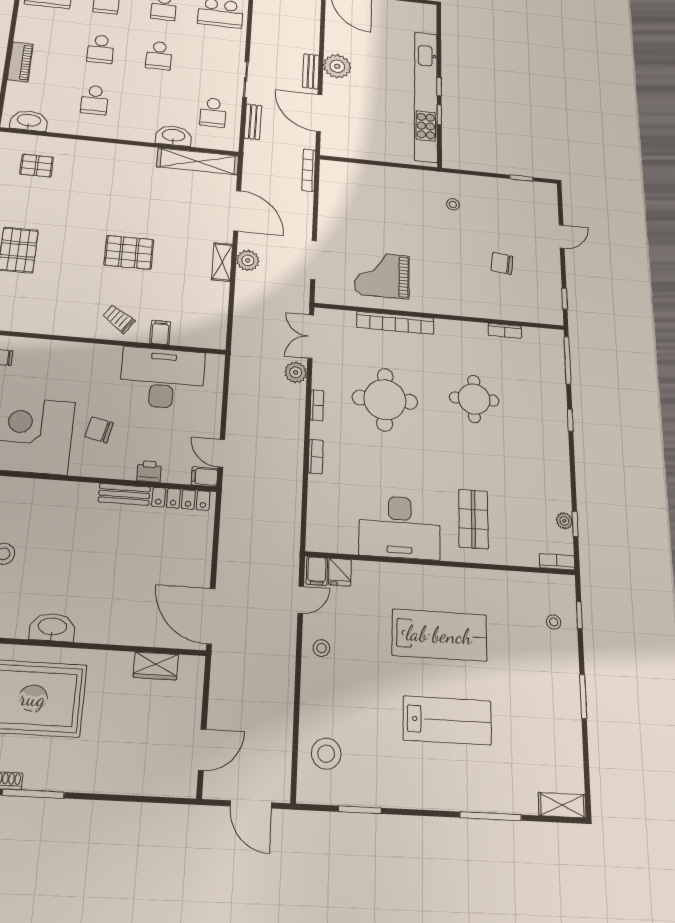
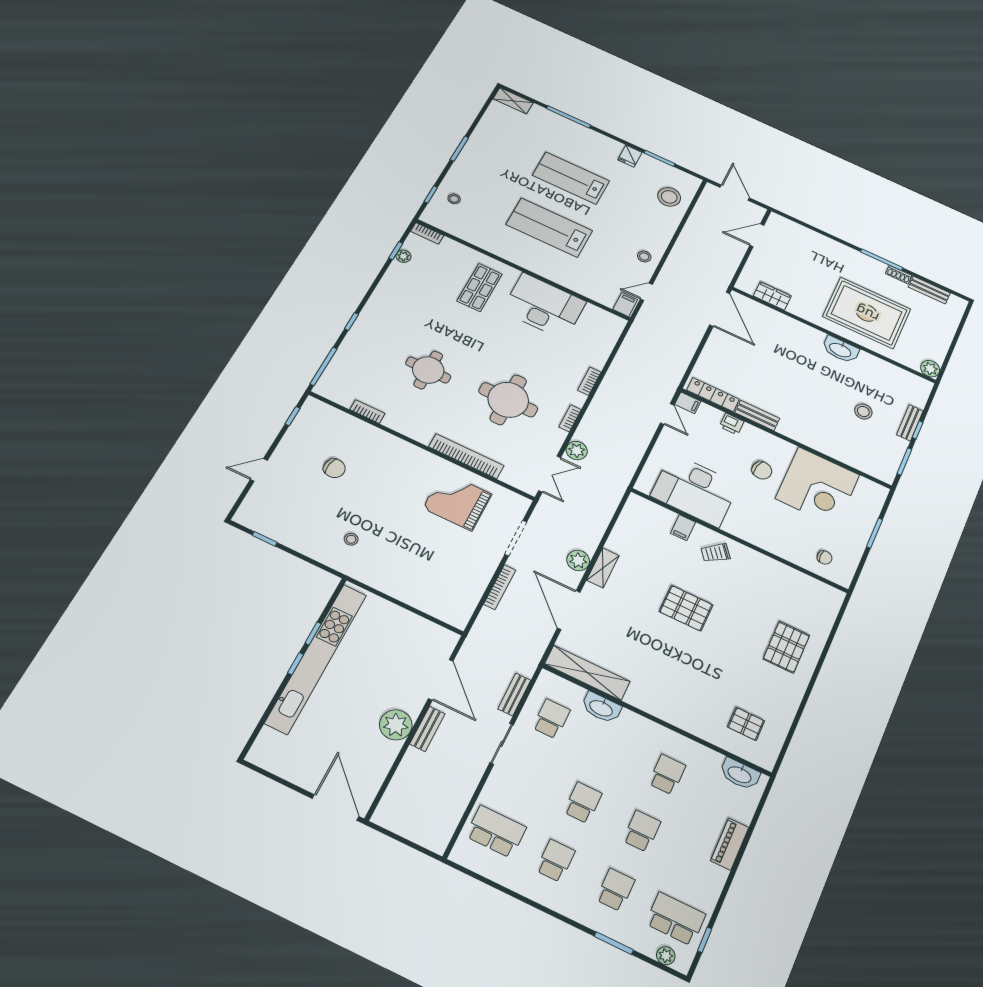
bookcase: (309, 170) -> (500, 587), moved
grand piano: (382, 275) -> (457, 501), turned 180
trolley: (119, 319) -> (716, 553), turned 108
fridge: (340, 572) -> (630, 156), moved, turned 180

